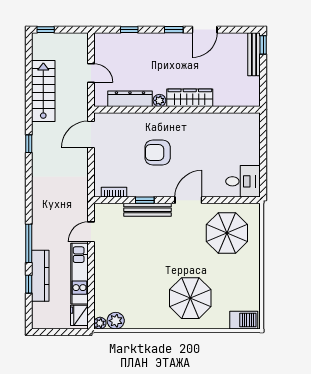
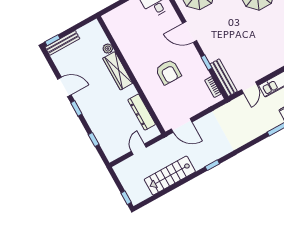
plant: (159, 100) -> (108, 49), moved
bench: (147, 210) -> (224, 78), moved
door: (91, 232) -> (249, 88), hinge flipped

